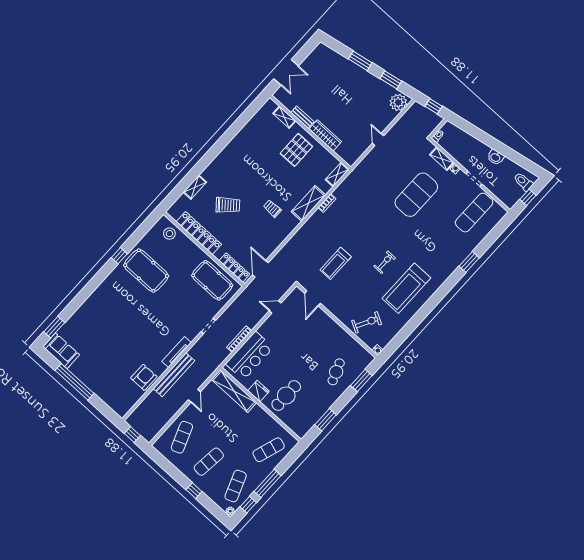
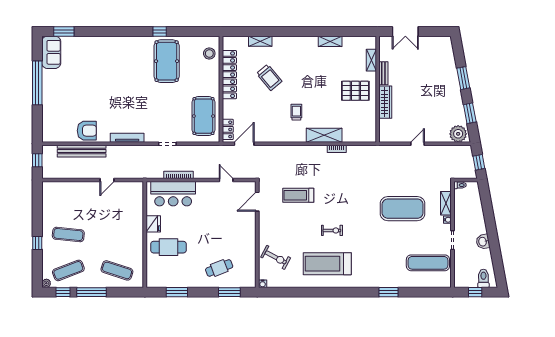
shelving: (337, 174) -> (330, 41), moved
locker: (234, 268) -> (228, 129), width x0.66
bench: (174, 375) -> (82, 151), moved
shelving: (234, 391) -> (137, 206), removed
exercise mat: (182, 437) -> (68, 199), removed

